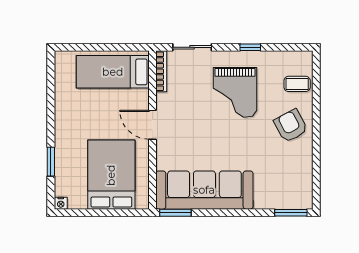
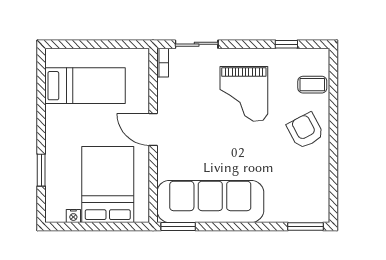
window: (250, 47) -> (286, 44), moved
bookcase: (161, 71) -> (163, 63), width x0.64
bed: (113, 72) -> (85, 86), moved, turned 180
nightstand: (61, 203) -> (73, 216), moved

